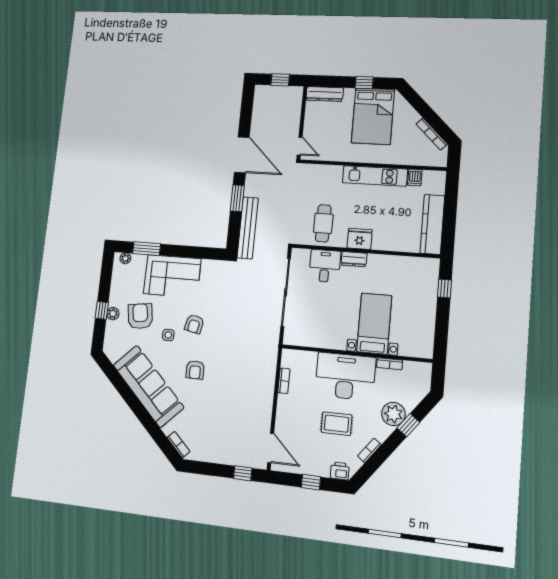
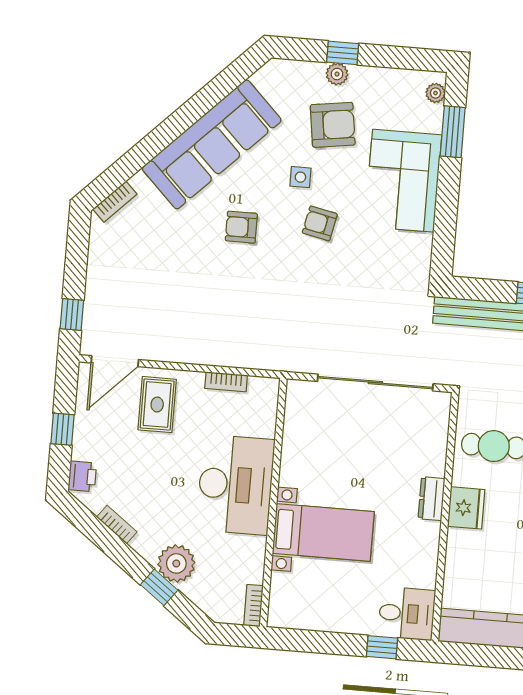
desk: (325, 266) -> (407, 613), moved
bookcase: (390, 364) -> (253, 606), moved
rug: (337, 424) -> (157, 405), moved

